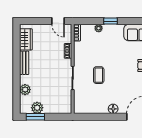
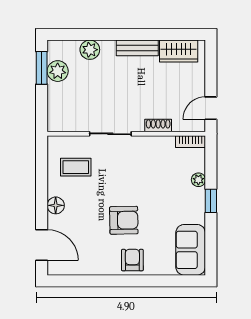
armchair: (121, 70) -> (124, 220), added
coffee table: (99, 75) -> (76, 167), moved

